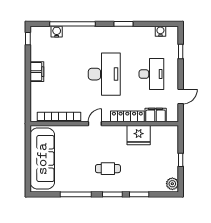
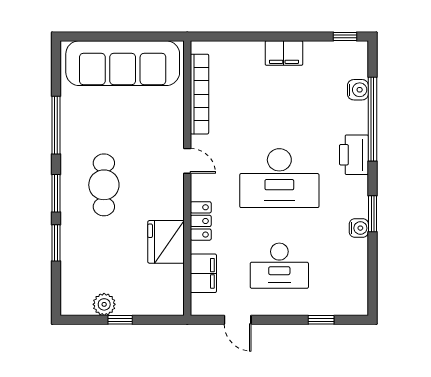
water cooler: (160, 31) -> (359, 228), moved
printer: (92, 34) -> (354, 155), added
locker: (127, 116) -> (201, 221), width x0.66
cafe table: (108, 169) -> (104, 185), width x1.37, depth x1.35
plant: (172, 184) -> (104, 304), moved

